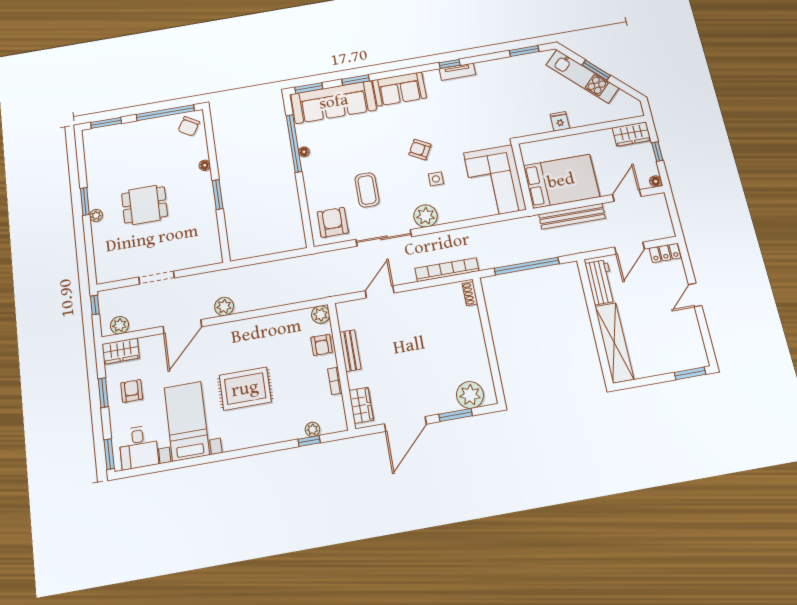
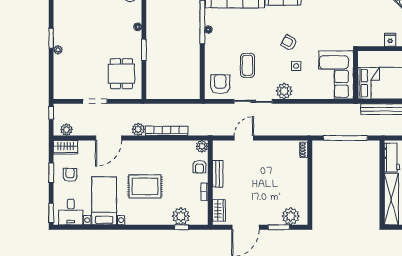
dining table: (145, 205) -> (121, 74), moved, turned 90
bookcase: (447, 270) -> (167, 131), moved
plant: (312, 429) -> (181, 216), width x1.88, depth x1.88

